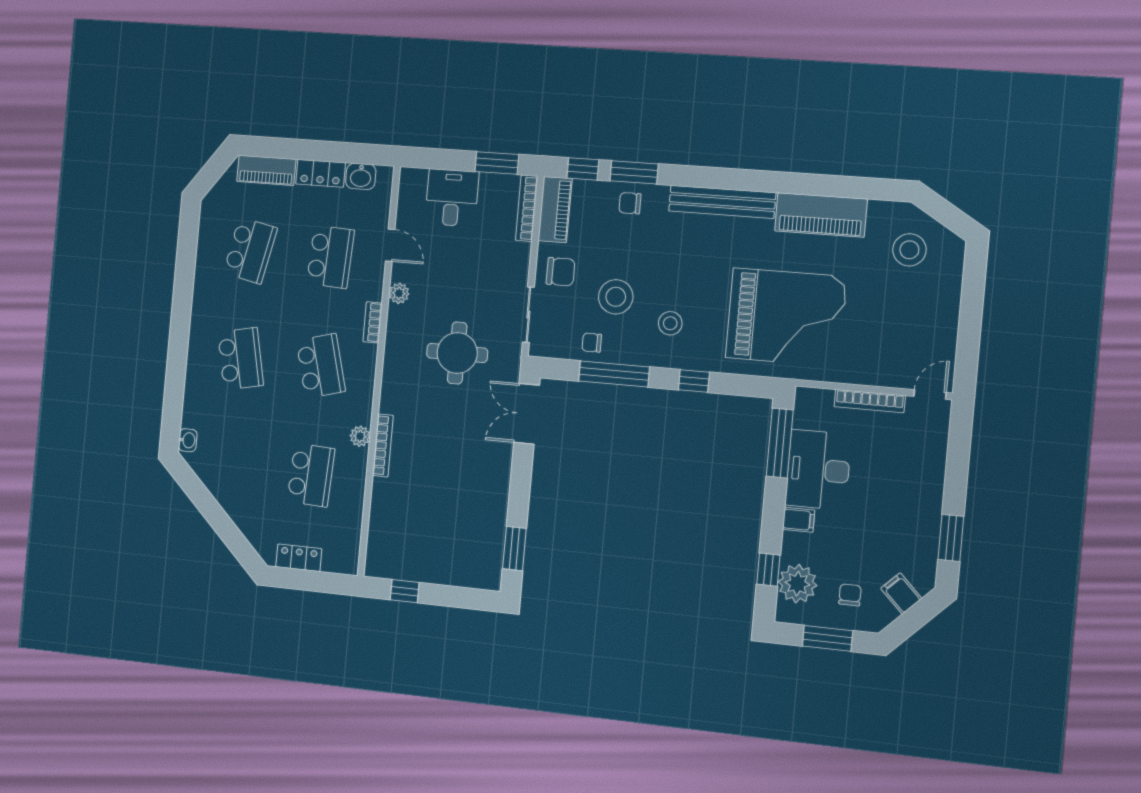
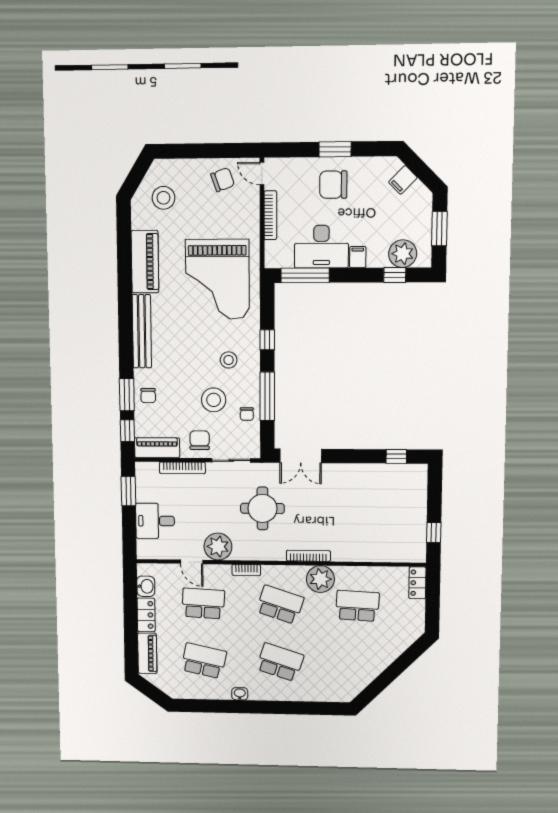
bookcase: (527, 208) -> (182, 468), moved
door: (390, 245) -> (192, 562), swing flipped
plant: (399, 293) -> (218, 547), width x1.87, depth x1.87
grand piano: (786, 317) -> (217, 279), turned 180
chair: (927, 337) -> (223, 180), added
school desk: (241, 359) -> (280, 662), turned 30
school desk: (321, 366) -> (280, 605), turned 33
plant: (360, 436) -> (320, 579), width x1.88, depth x1.88
washbasin: (188, 440) -> (240, 694), moved
bookcase: (383, 445) -> (308, 556), moved
window: (951, 538) -> (335, 149), moved
window: (514, 549) -> (396, 456), width x0.67
locker: (299, 558) -> (417, 583), moved
chair: (850, 595) -> (333, 185), moved, width x1.87, depth x1.87

